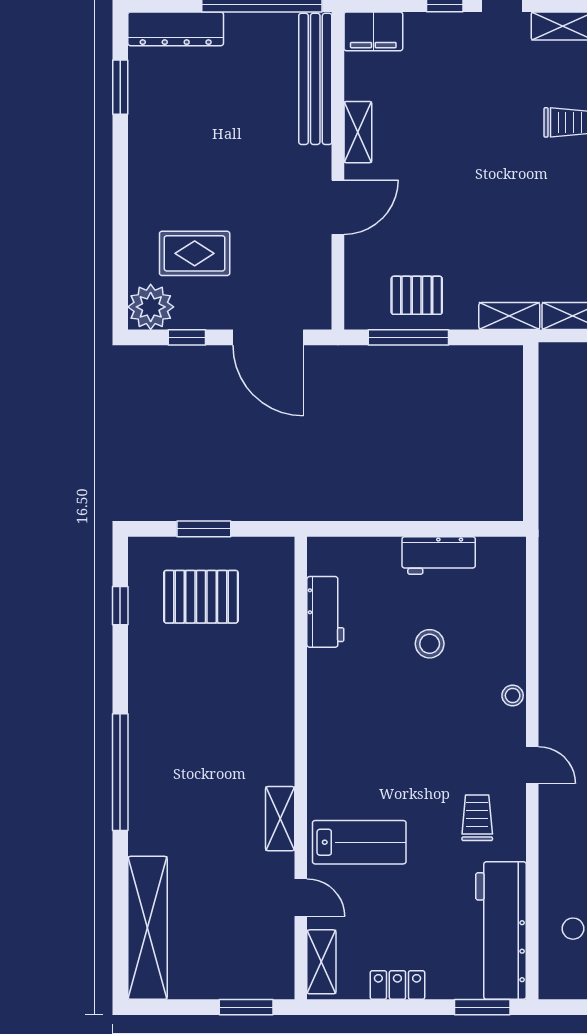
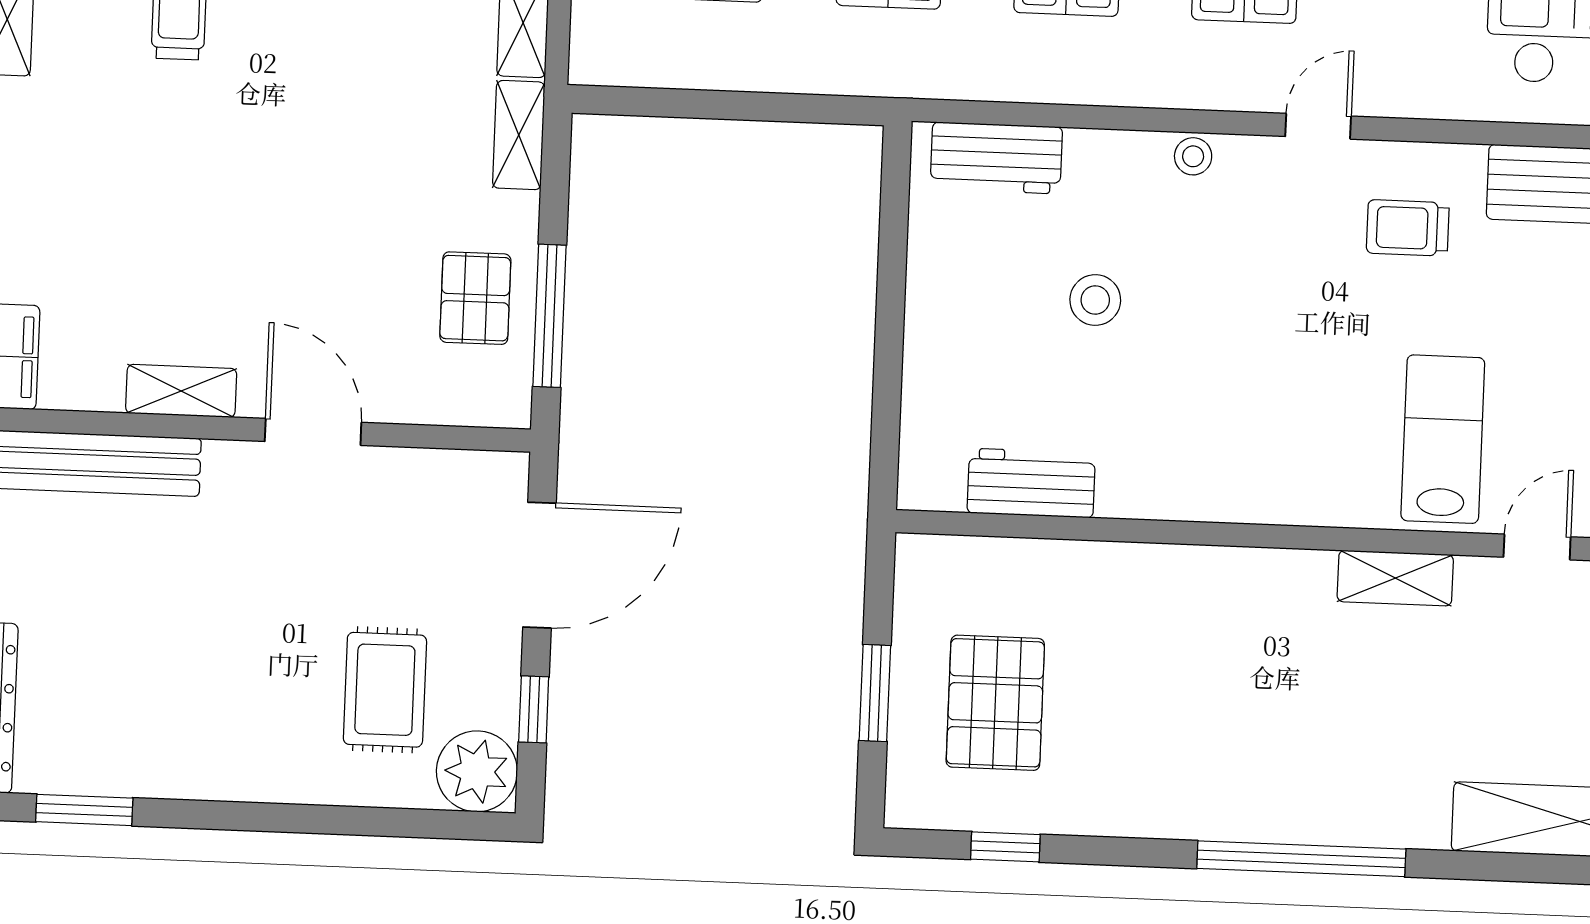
workbench: (439, 555) -> (996, 158), moved, turned 90

